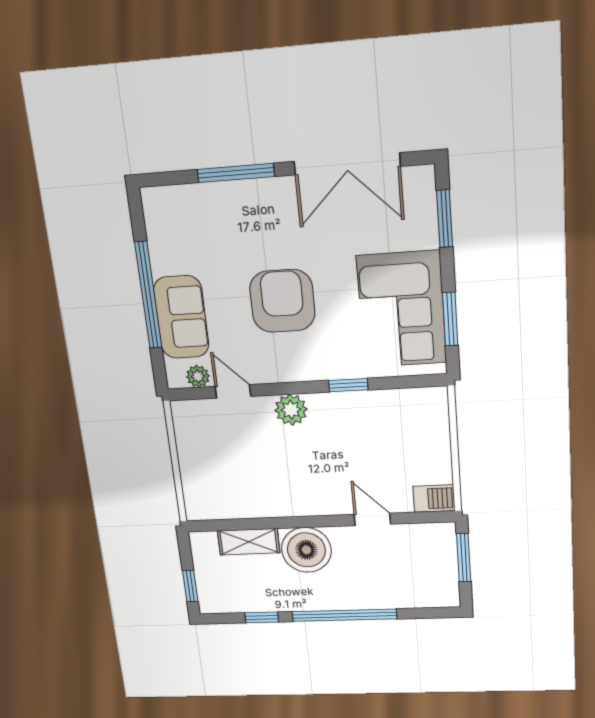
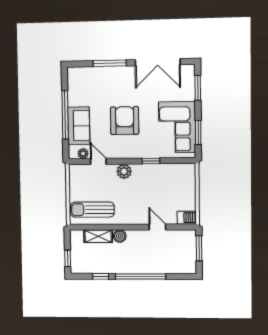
sun lounger: (231, 490) -> (92, 210), added
boiler: (306, 550) -> (120, 236), width x0.54, depth x0.54

